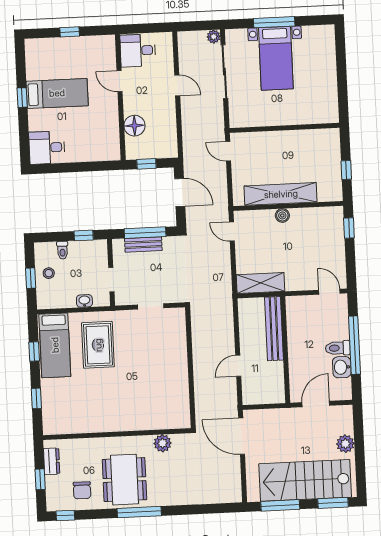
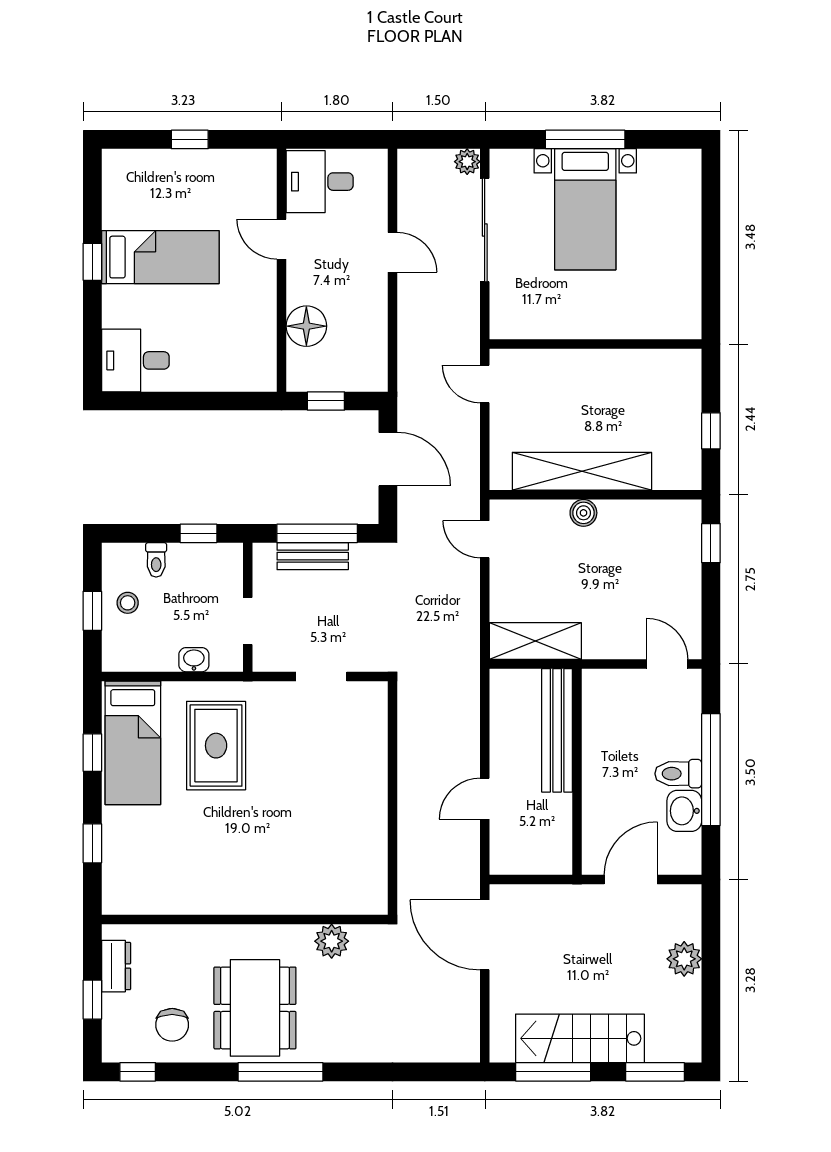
stairs: (305, 480) -> (580, 1038), width x0.73, depth x0.66

